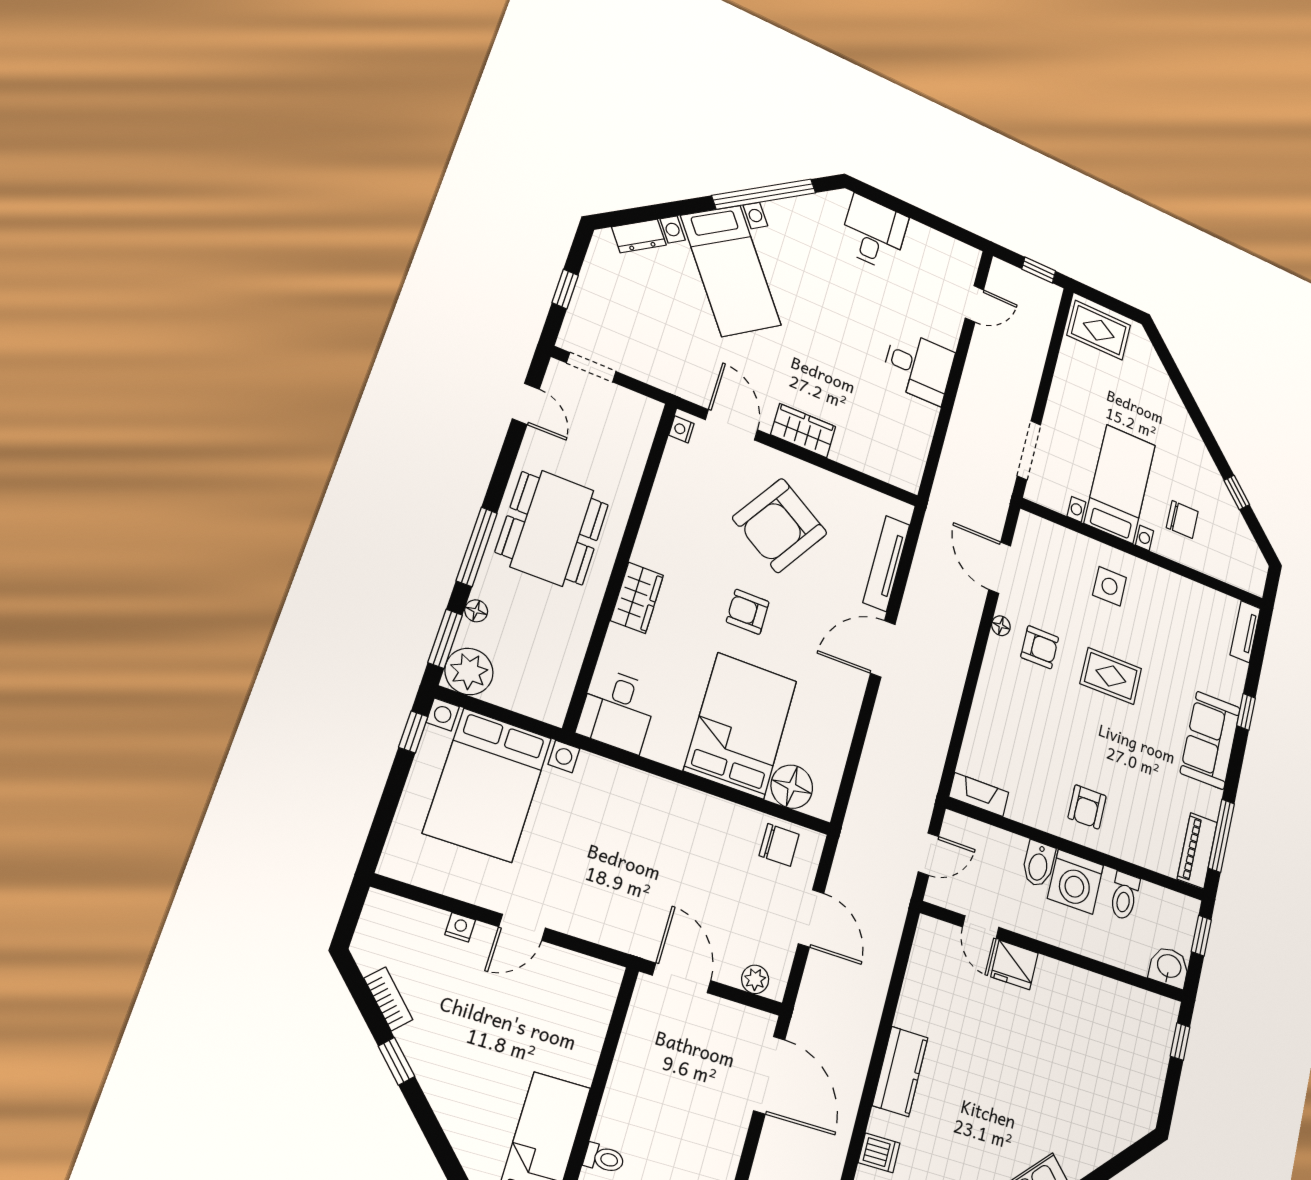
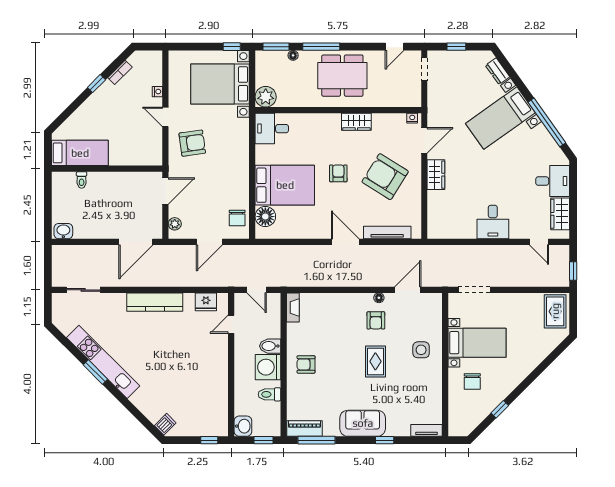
wardrobe: (935, 247) -> (560, 214), added
wardrobe: (637, 598) -> (356, 122), moved
plant: (469, 672) -> (266, 97), moved
armchair: (597, 887) -> (192, 143), added
fridge: (1014, 965) -> (206, 302), moved, turned -90
kitchen counter: (900, 1071) -> (155, 302), width x1.50
dishwasher: (879, 1153) -> (165, 424), moved, turned -135

